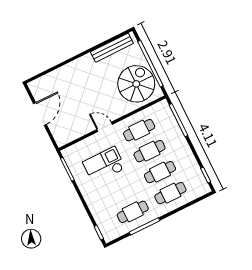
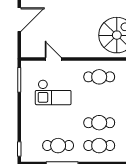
door: (105, 127) -> (53, 59), moved
cafe table: (150, 151) -> (99, 100), removed
checkout: (104, 165) -> (53, 92), turned 180

